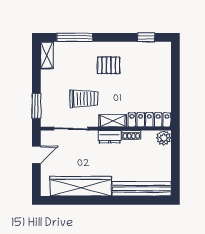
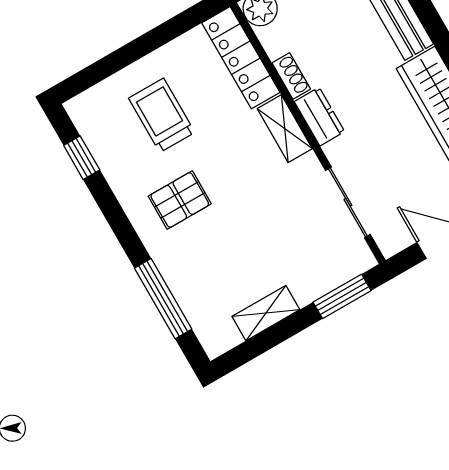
shelving: (47, 55) -> (266, 313), moved
pallet: (109, 65) -> (180, 200), turned 90
trolley: (84, 99) -> (162, 115), moved

